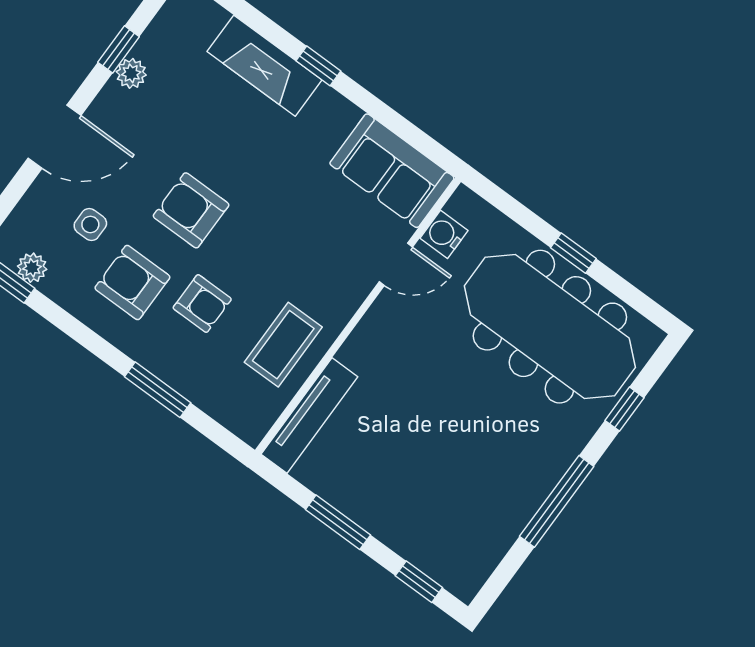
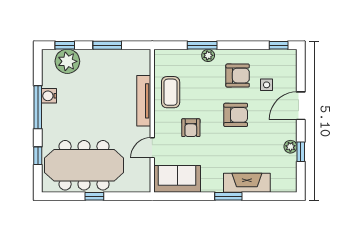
window: (318, 66) -> (228, 196), width x1.50
water cooler: (444, 234) -> (49, 96), moved, turned 180
plant: (32, 268) -> (208, 55), moved
armchair: (202, 304) -> (191, 128), moved, turned -90
tv unit: (309, 416) -> (144, 101), moved
plant: (436, 547) -> (67, 61), added

